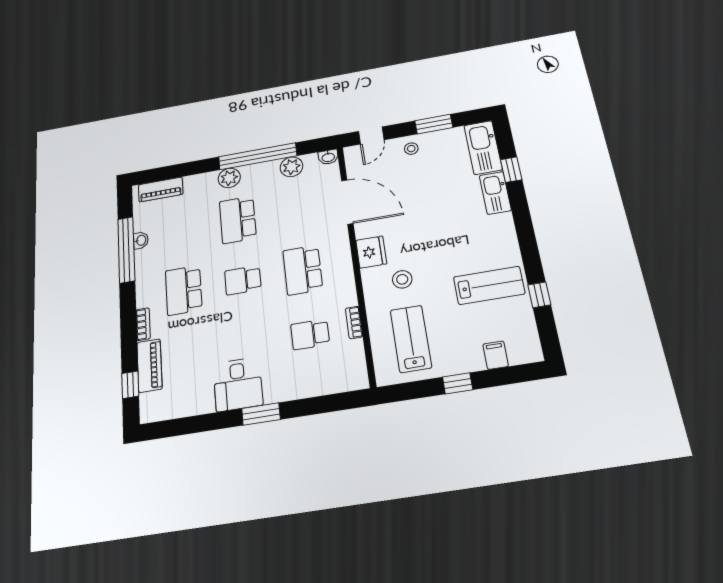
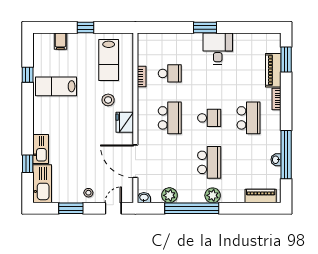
window: (130, 385) -> (286, 60), width x1.50

